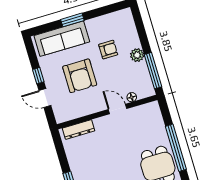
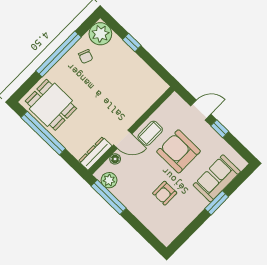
sofa: (62, 39) -> (217, 178), width x0.73
plant: (137, 55) -> (109, 180), moved
coffee table: (94, 102) -> (150, 133), added
dresser: (79, 130) -> (95, 153), moved

